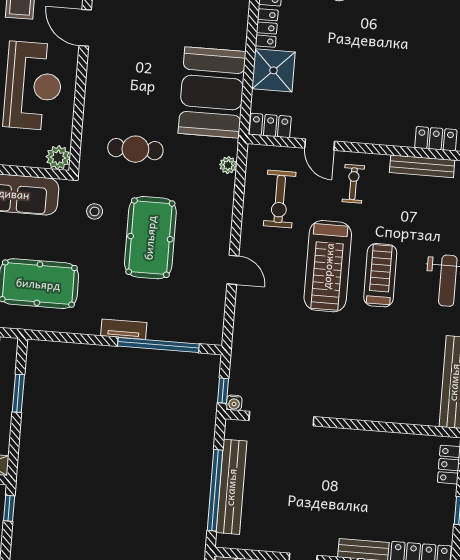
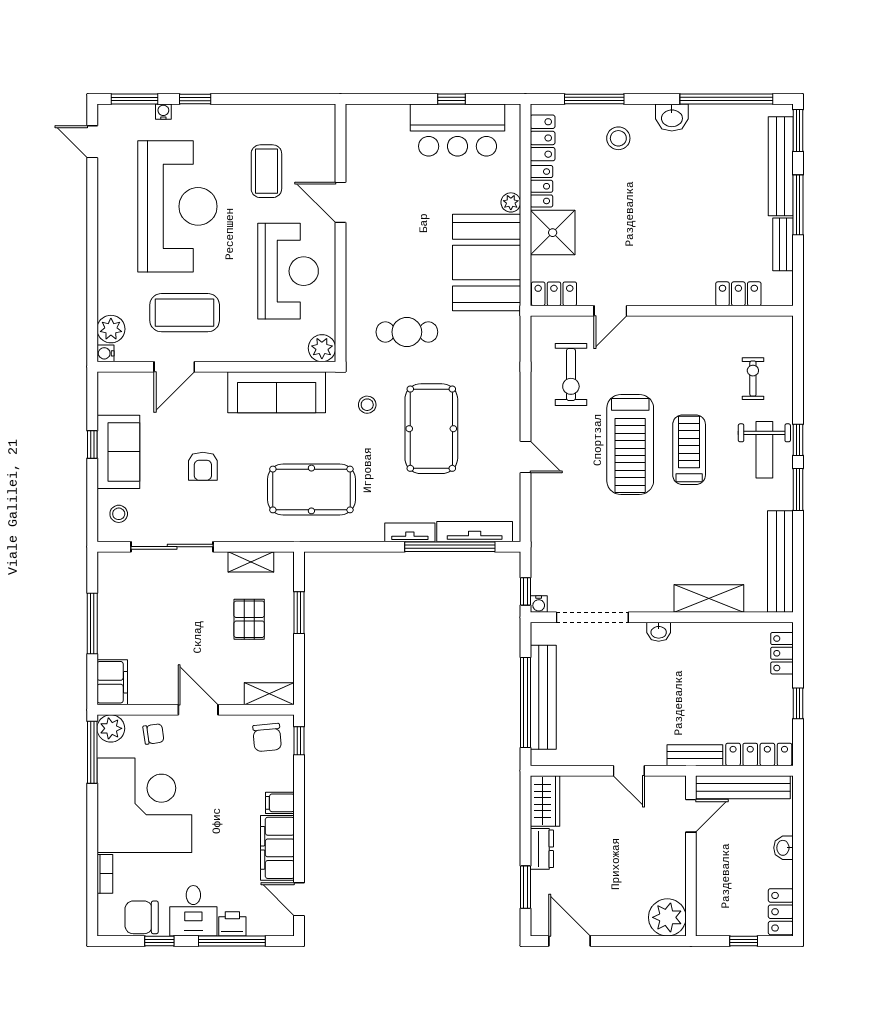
door: (320, 145) -> (610, 311), hinge flipped
plant: (228, 165) -> (511, 202), moved
bench: (422, 166) -> (726, 326), removed
exercise bike: (353, 184) -> (753, 379), moved
tv unit: (182, 333) -> (475, 532), added
shelving: (387, 410) -> (709, 599), added
washbasin: (340, 436) -> (659, 632), added

